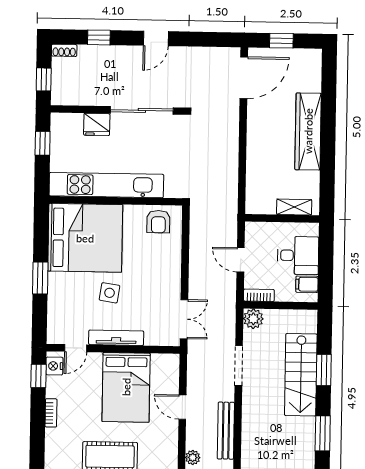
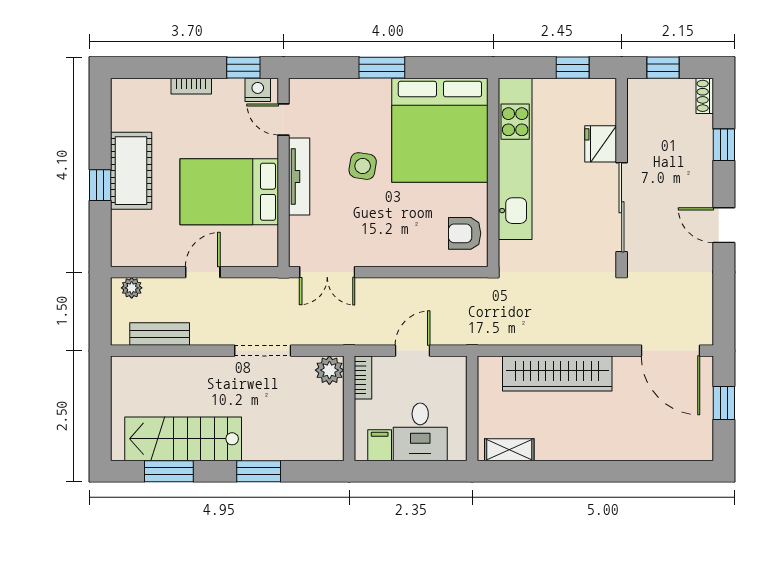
wardrobe: (308, 131) -> (557, 374), moved, turned 180
shelving: (294, 207) -> (509, 450), moved, turned 90
stairs: (301, 375) -> (183, 439), moved
bench: (226, 431) -> (160, 334), width x0.73

